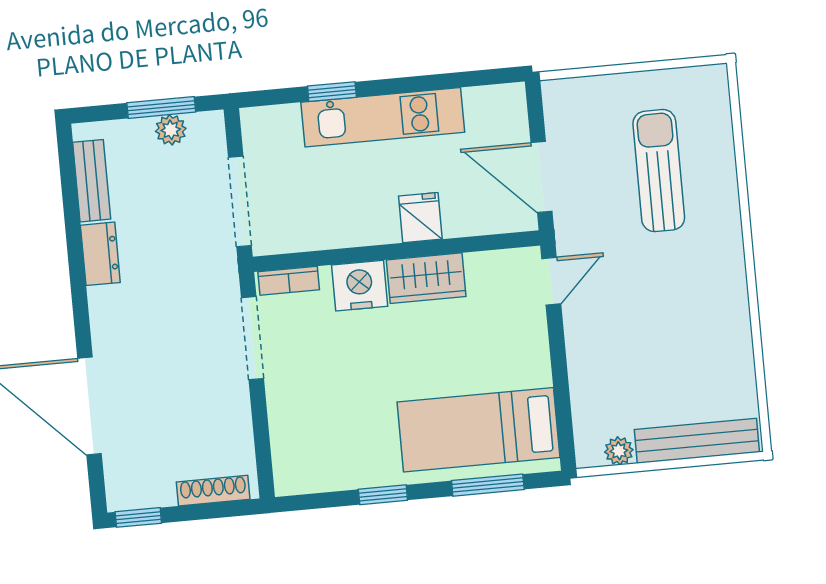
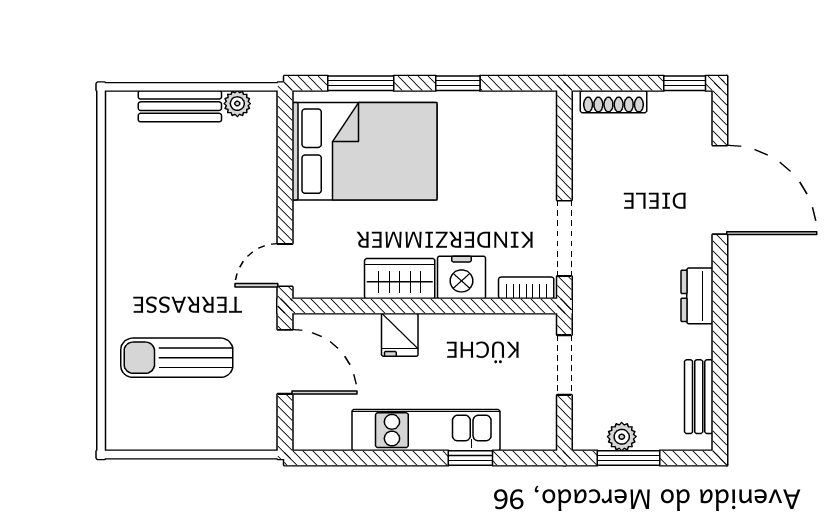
sun lounger: (659, 171) -> (177, 358), turned 90
doorway: (240, 202) -> (564, 365), width x0.73
dresser: (100, 254) -> (697, 296), moved
bed: (479, 430) -> (364, 151), width x1.50
bench: (697, 441) -> (180, 106), width x0.73

